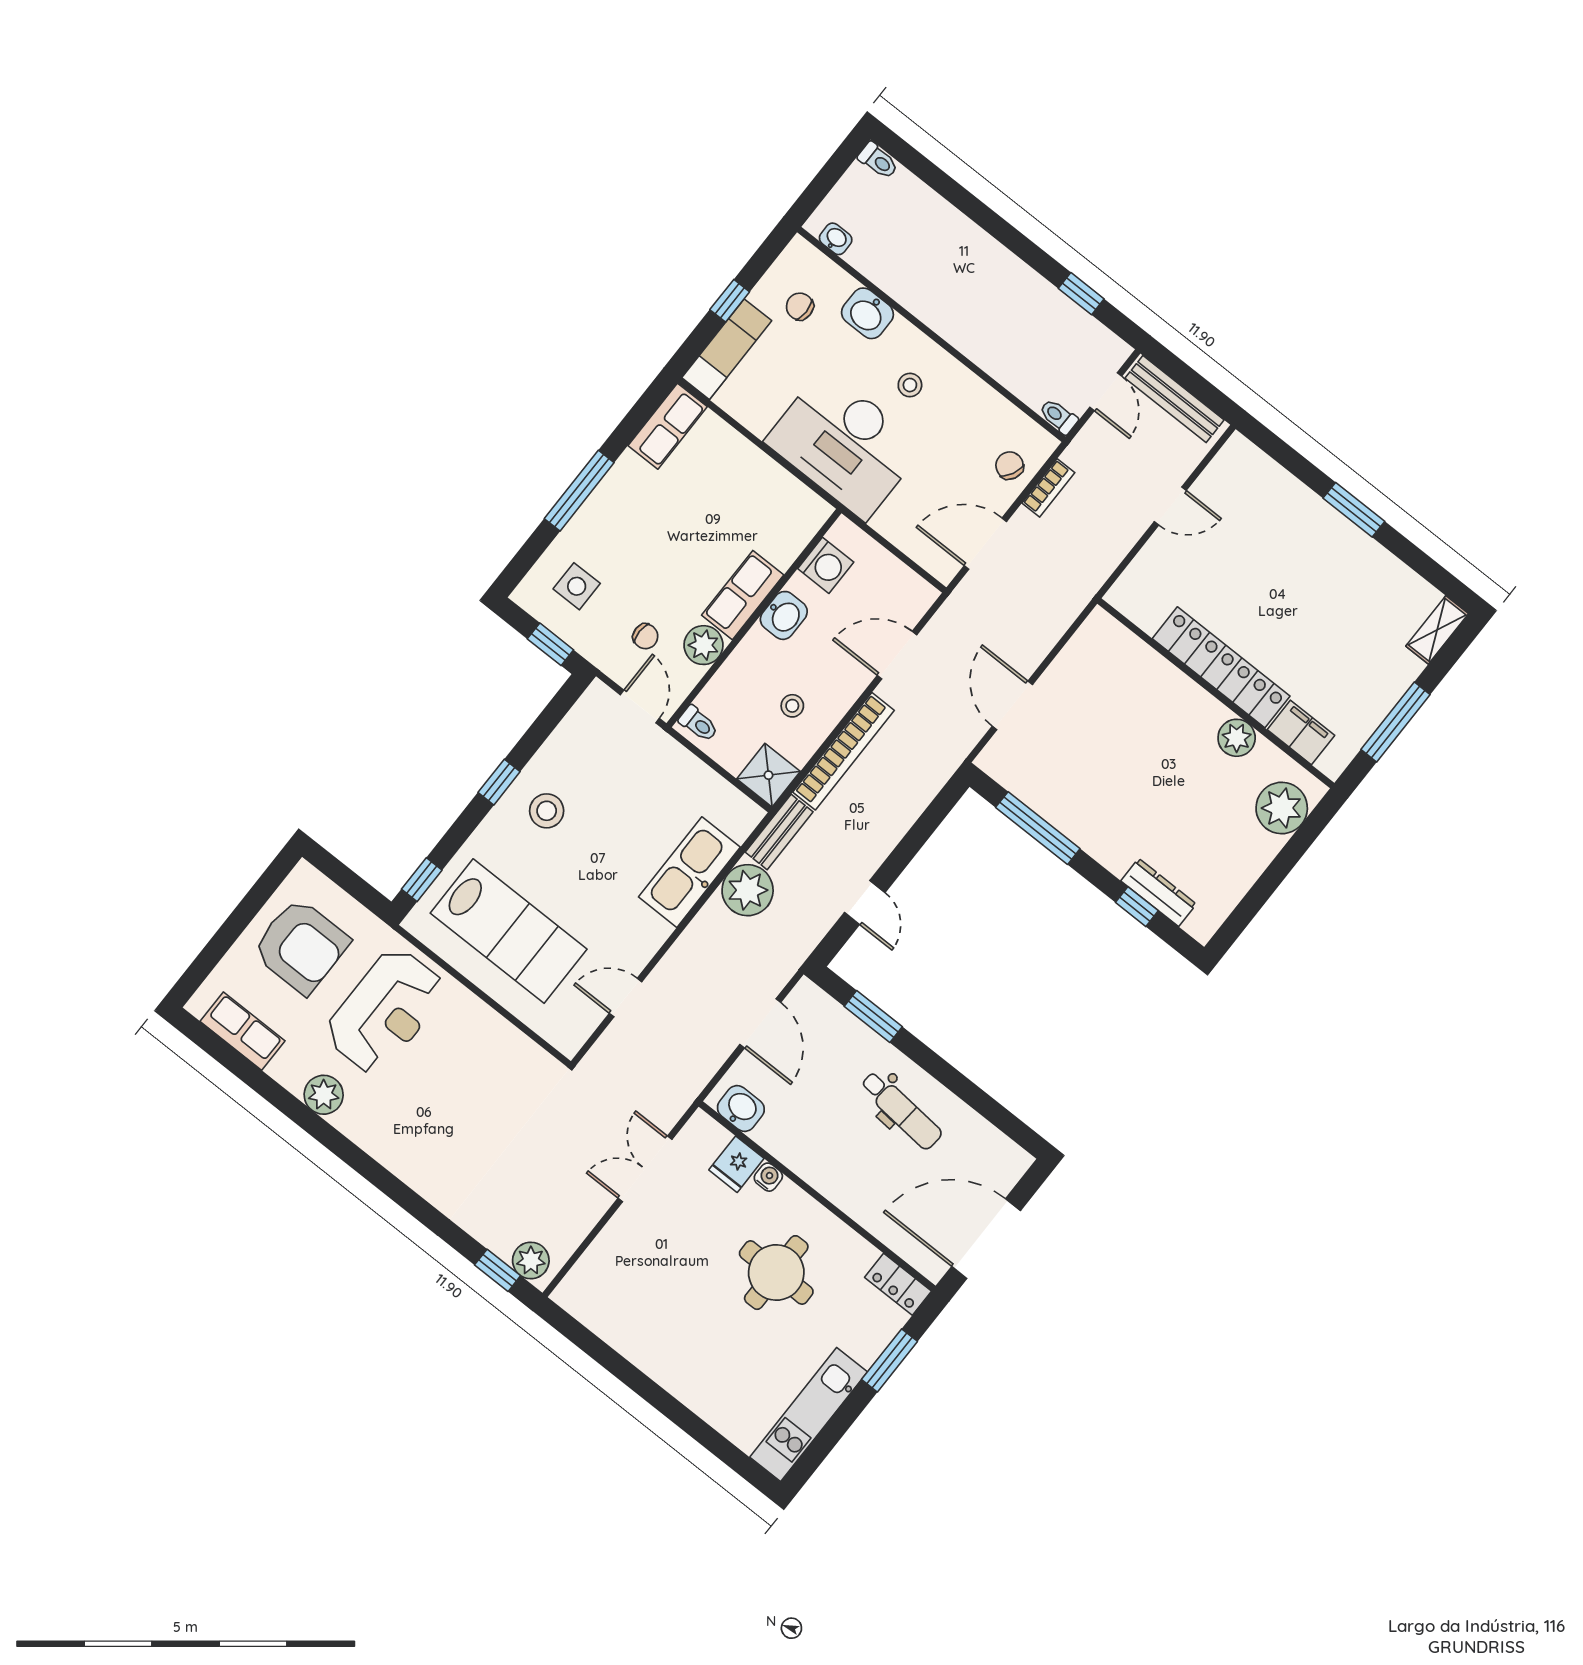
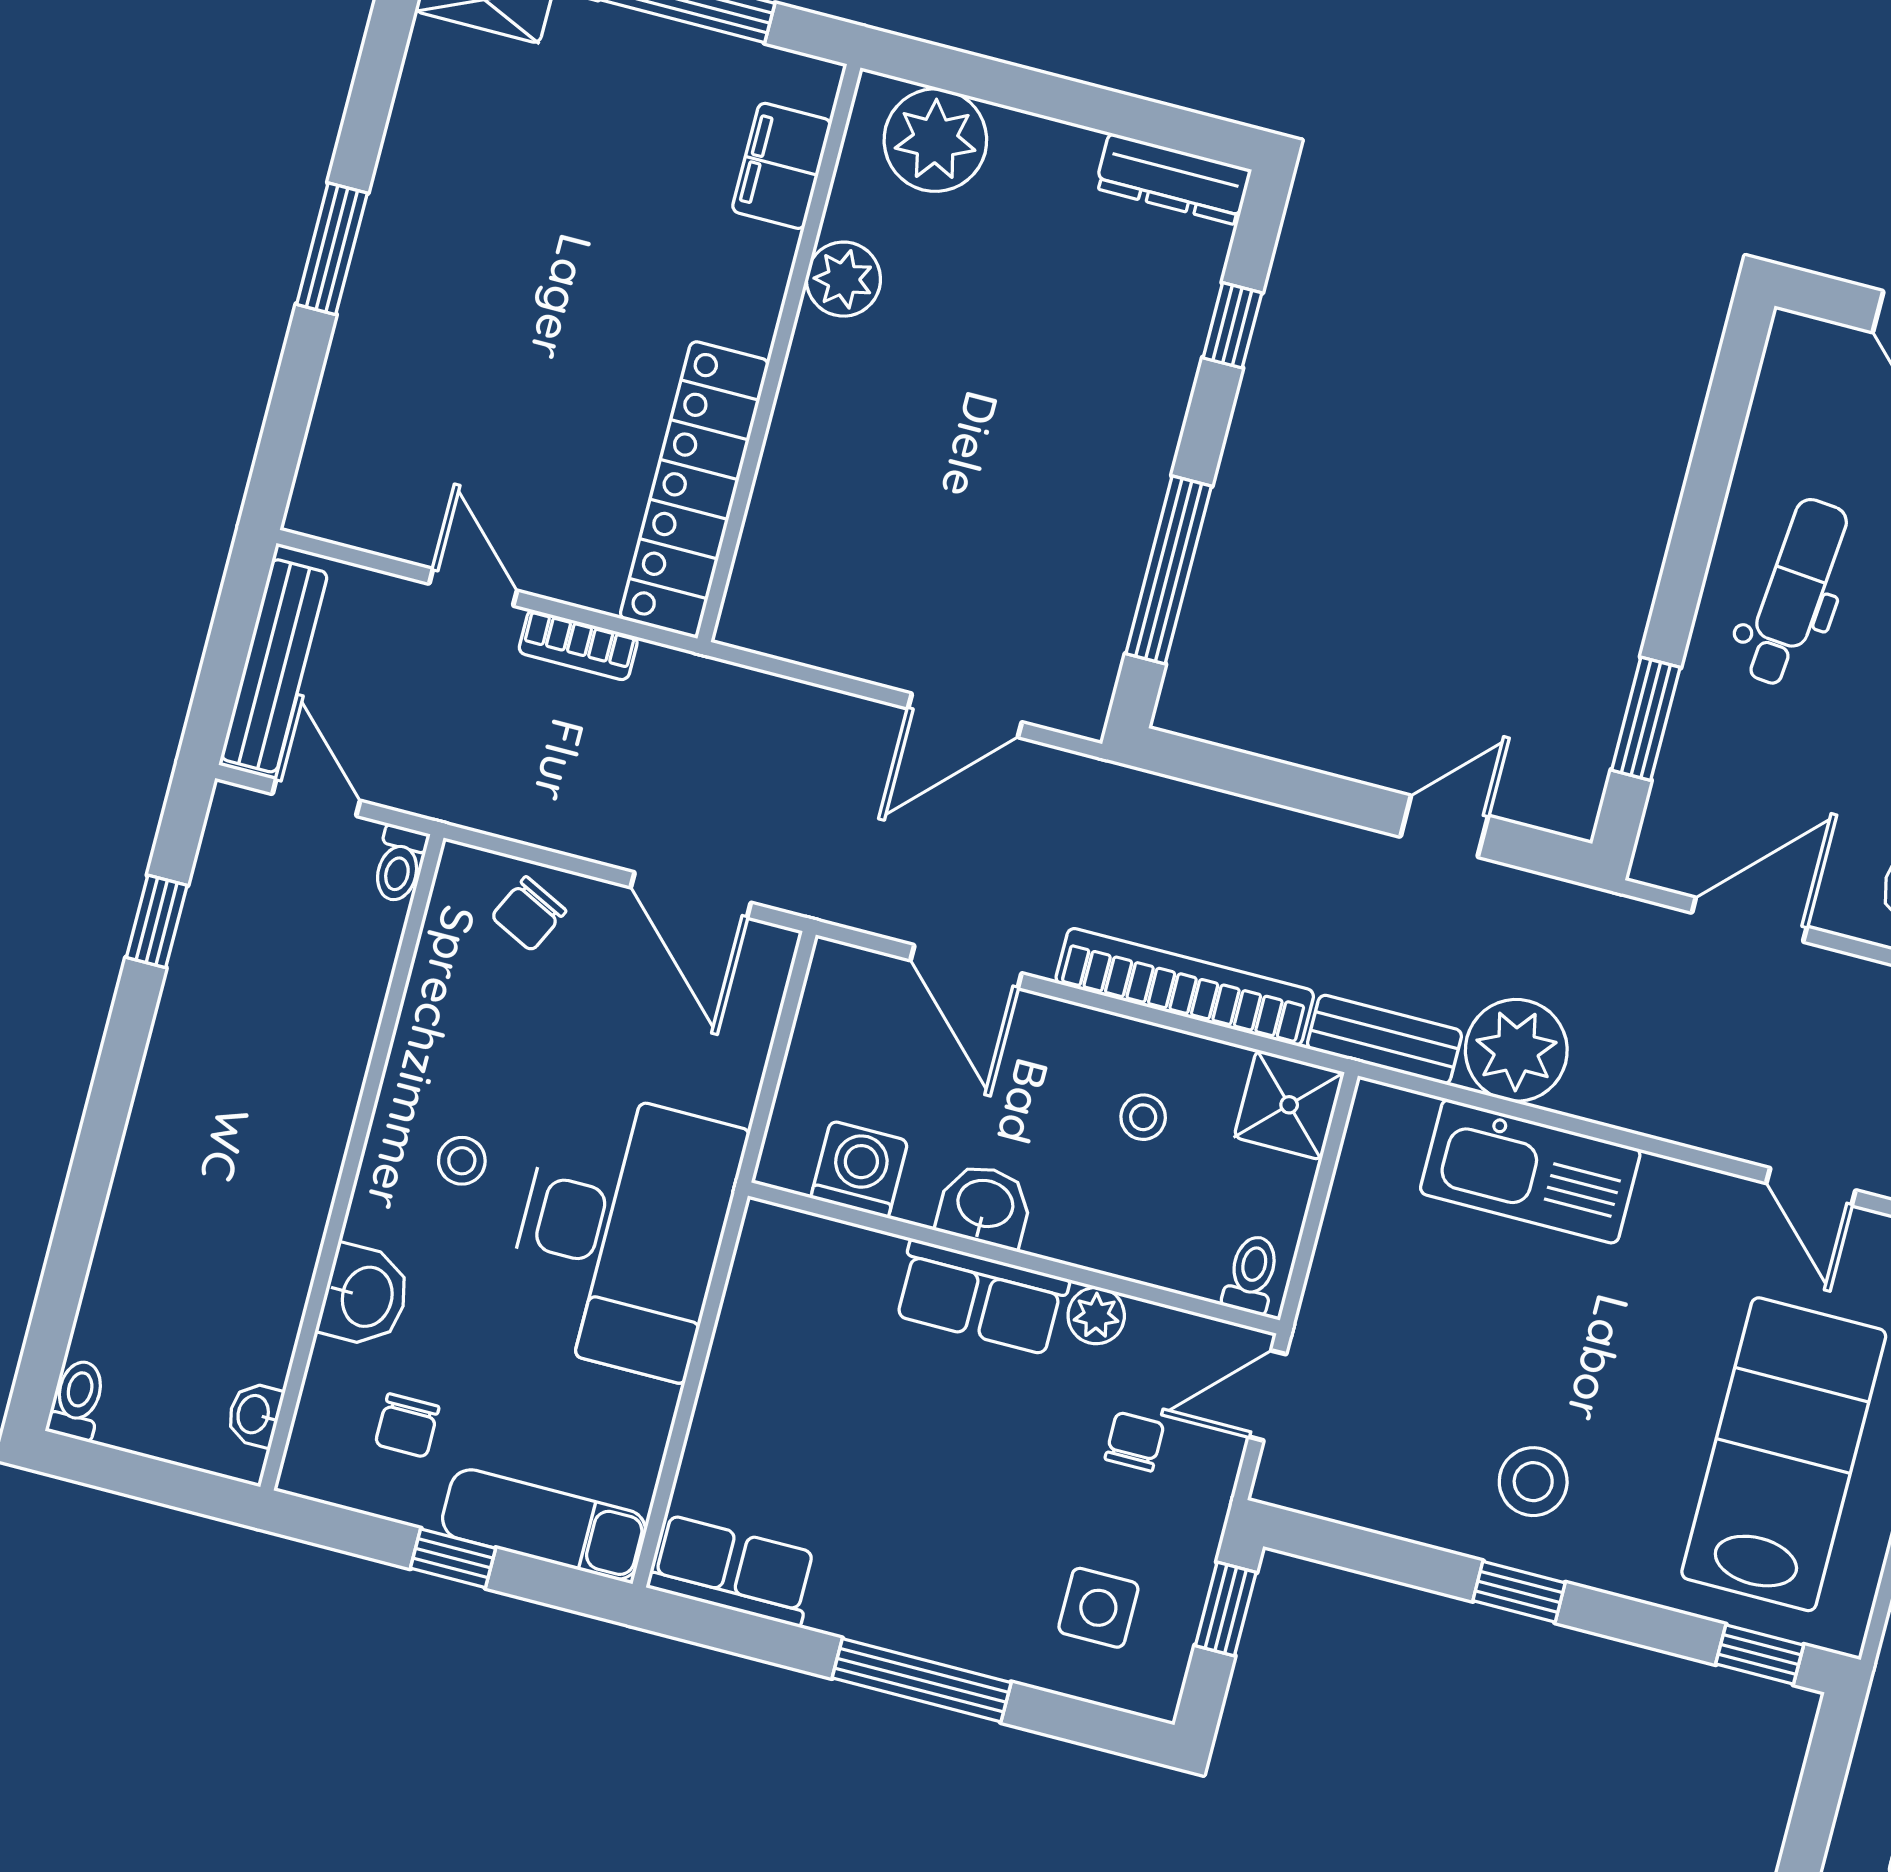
door: (1106, 392) -> (316, 797), hinge flipped
bookcase: (1048, 488) -> (578, 645), moved, turned 180
plant: (703, 645) -> (1096, 1316), width x0.73, depth x0.73
locker: (1221, 667) -> (694, 489), moved
dresser: (1159, 892) -> (1173, 179), moved, turned -90

